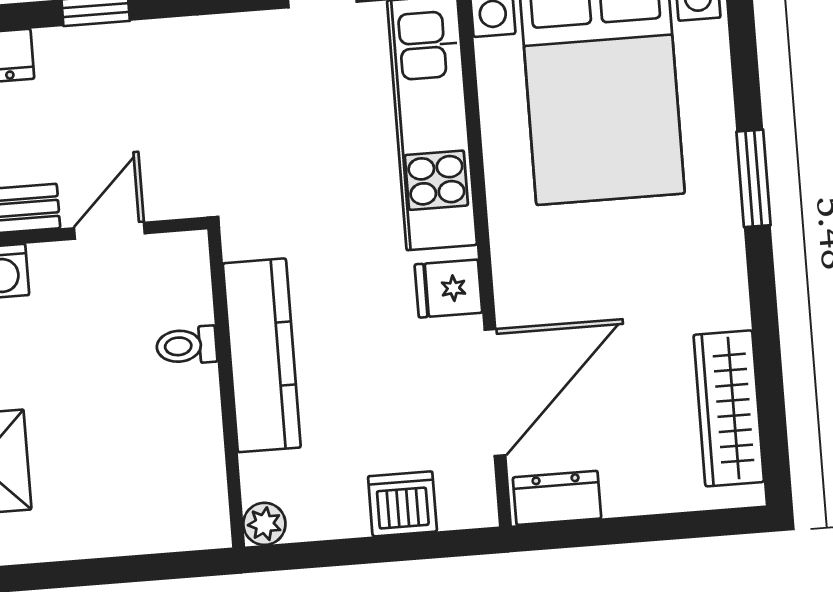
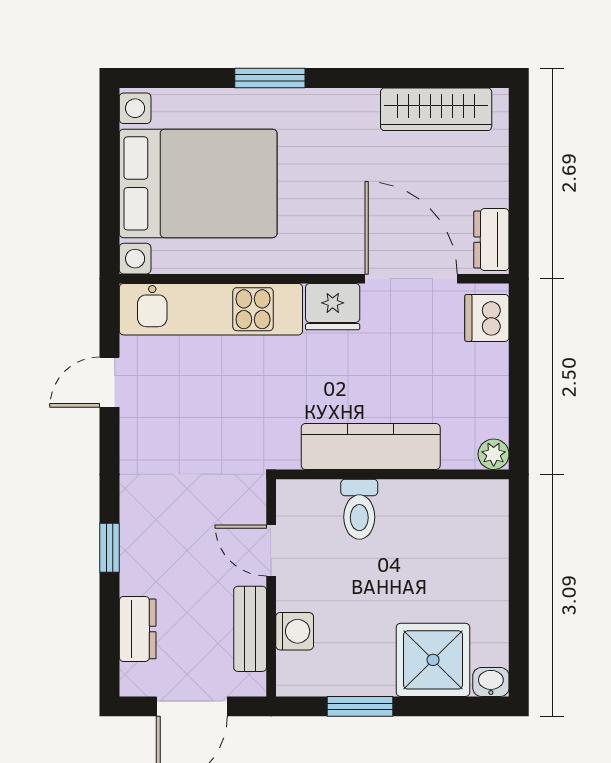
fridge: (448, 289) -> (333, 307), width x1.38
toilet: (187, 346) -> (359, 509), width x1.37, depth x1.39
dishwasher: (402, 504) -> (487, 318), moved

